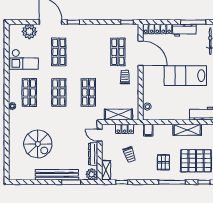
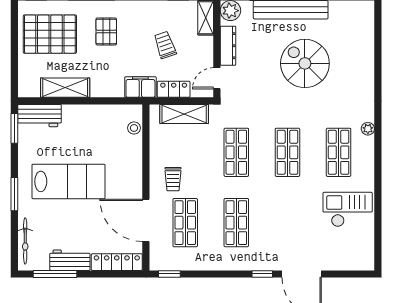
plant: (29, 32) -> (338, 258), removed
shop shelf: (59, 52) -> (236, 223), moved
filing cabinet: (148, 130) -> (140, 87), width x2.00
door: (100, 135) -> (217, 78), swing flipped
spiral stairs: (38, 144) -> (305, 63), moved

